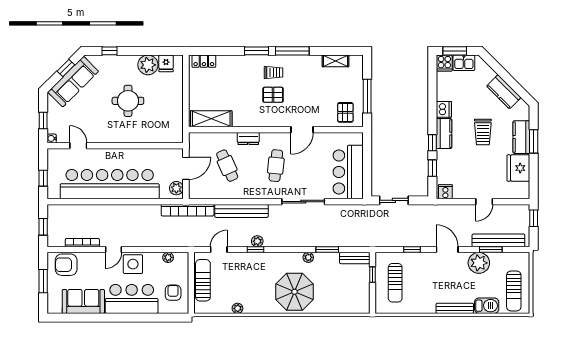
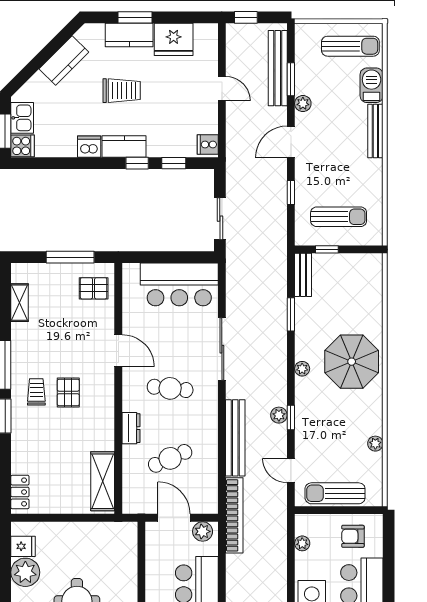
plant: (308, 257) -> (302, 369), moved
plant: (479, 263) -> (303, 104), width x0.53, depth x0.53

